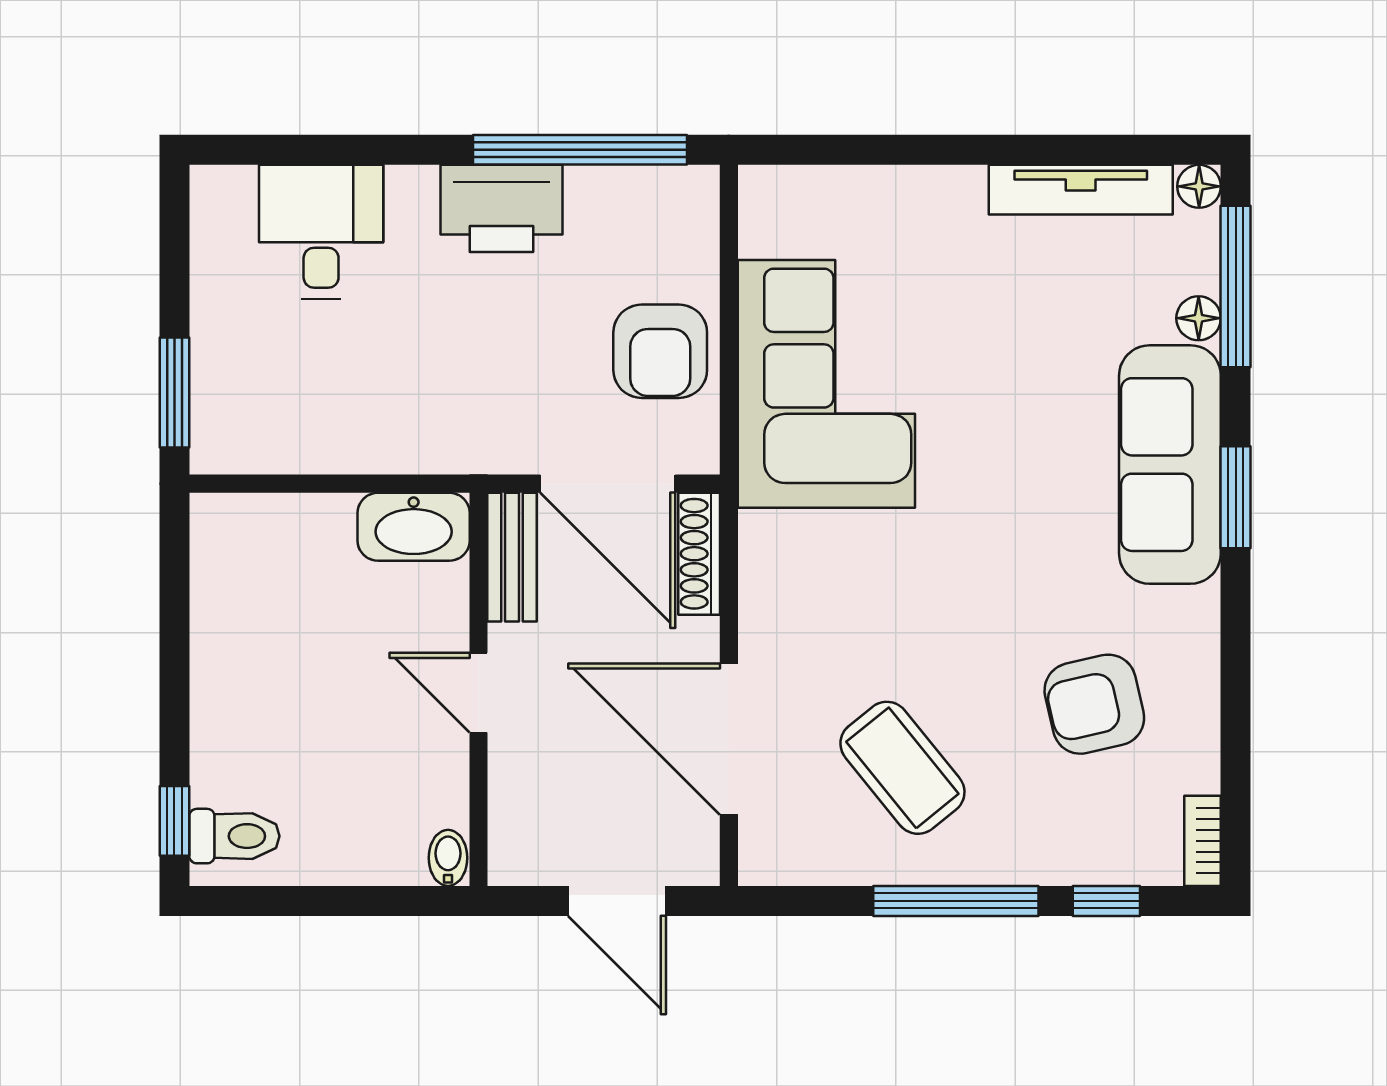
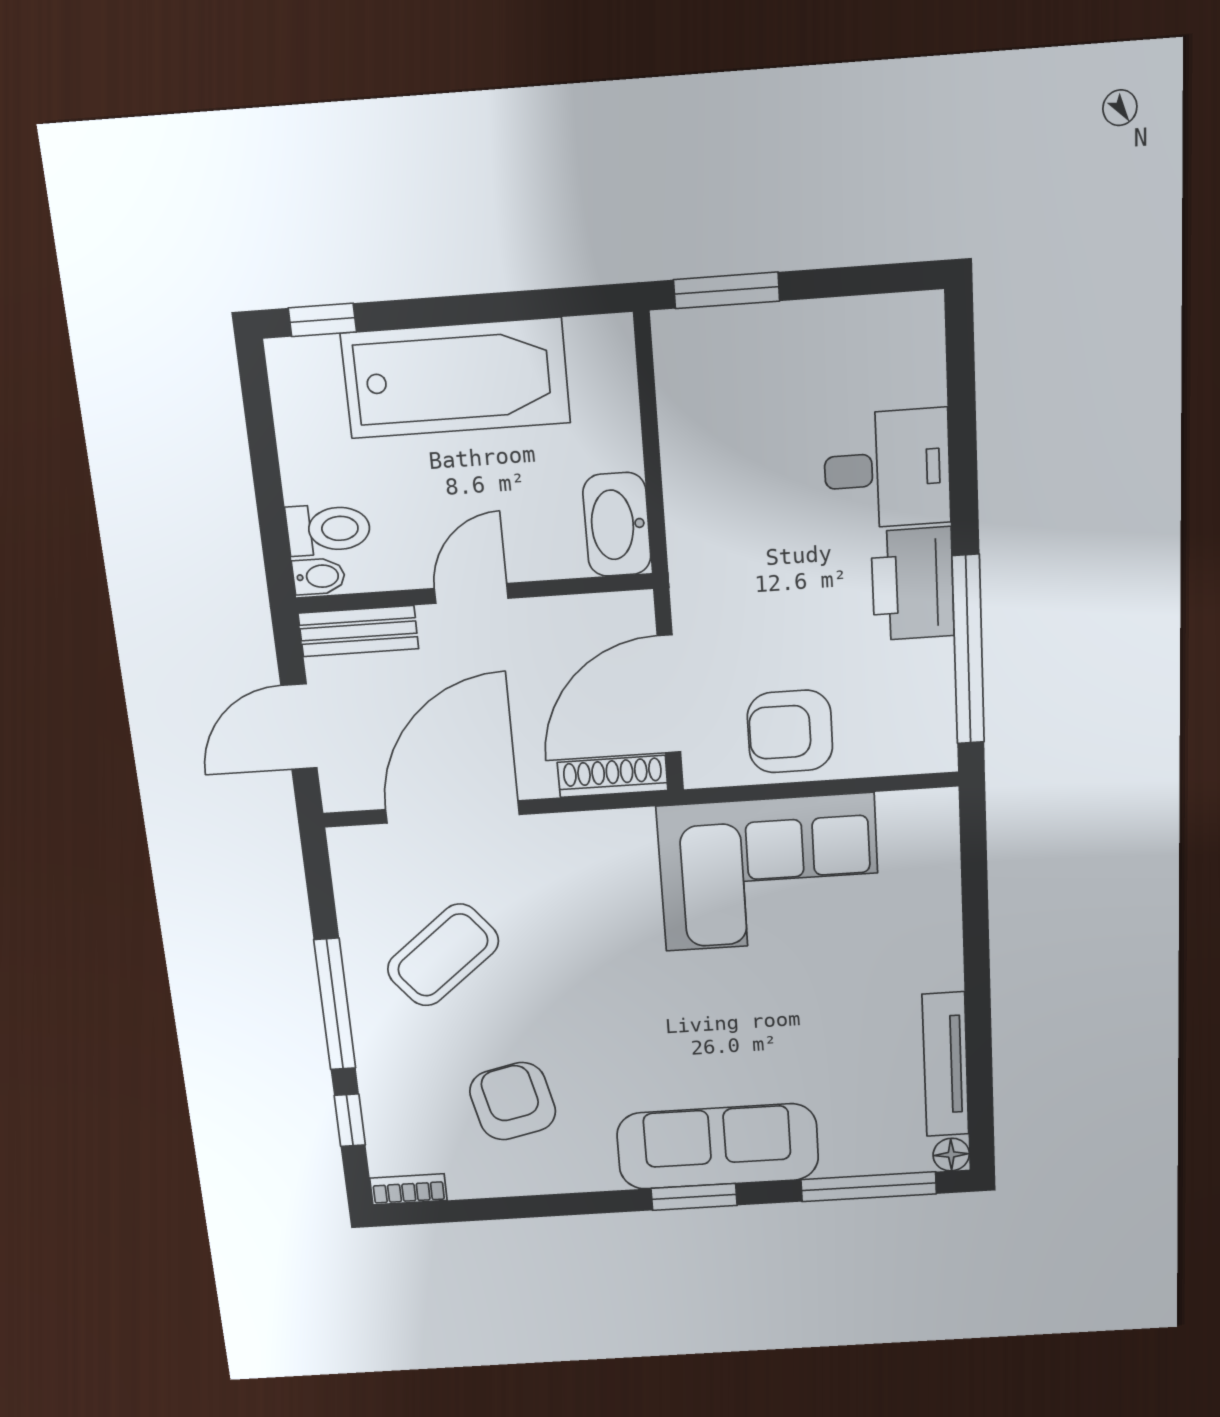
desk: (321, 232) -> (887, 469), moved
floor lamp: (1199, 318) -> (841, 1161), removed
bench: (512, 557) -> (358, 631), moved
bathtub: (245, 686) -> (456, 378), added
toilet: (234, 836) -> (328, 529), moved, turned -90

